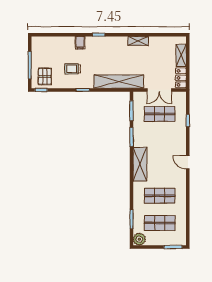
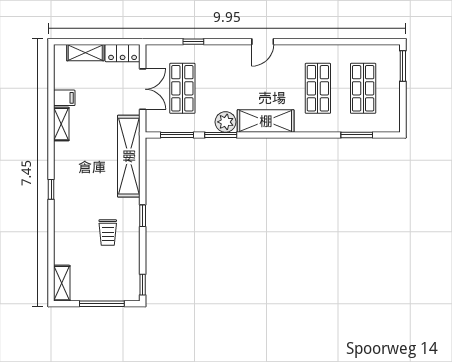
shelving: (42, 41) -> (62, 283), added
filing cabinet: (80, 43) -> (64, 98), moved
pallet: (45, 76) -> (120, 279), removed
plant: (139, 239) -> (226, 122), moved

